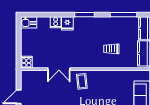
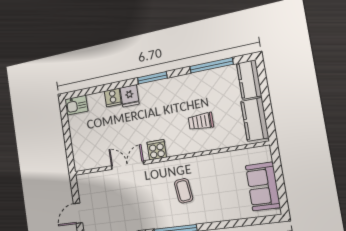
cooker: (26, 62) -> (157, 150), moved
double door: (59, 69) -> (127, 165), swing flipped
coffee table: (82, 81) -> (184, 191), moved

